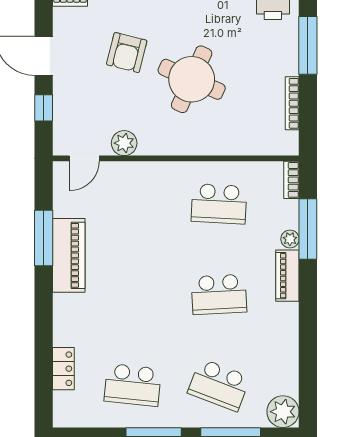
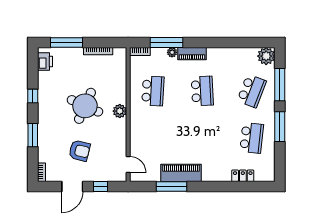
armchair: (127, 53) -> (80, 151), moved
plant: (124, 143) -> (120, 111), moved

